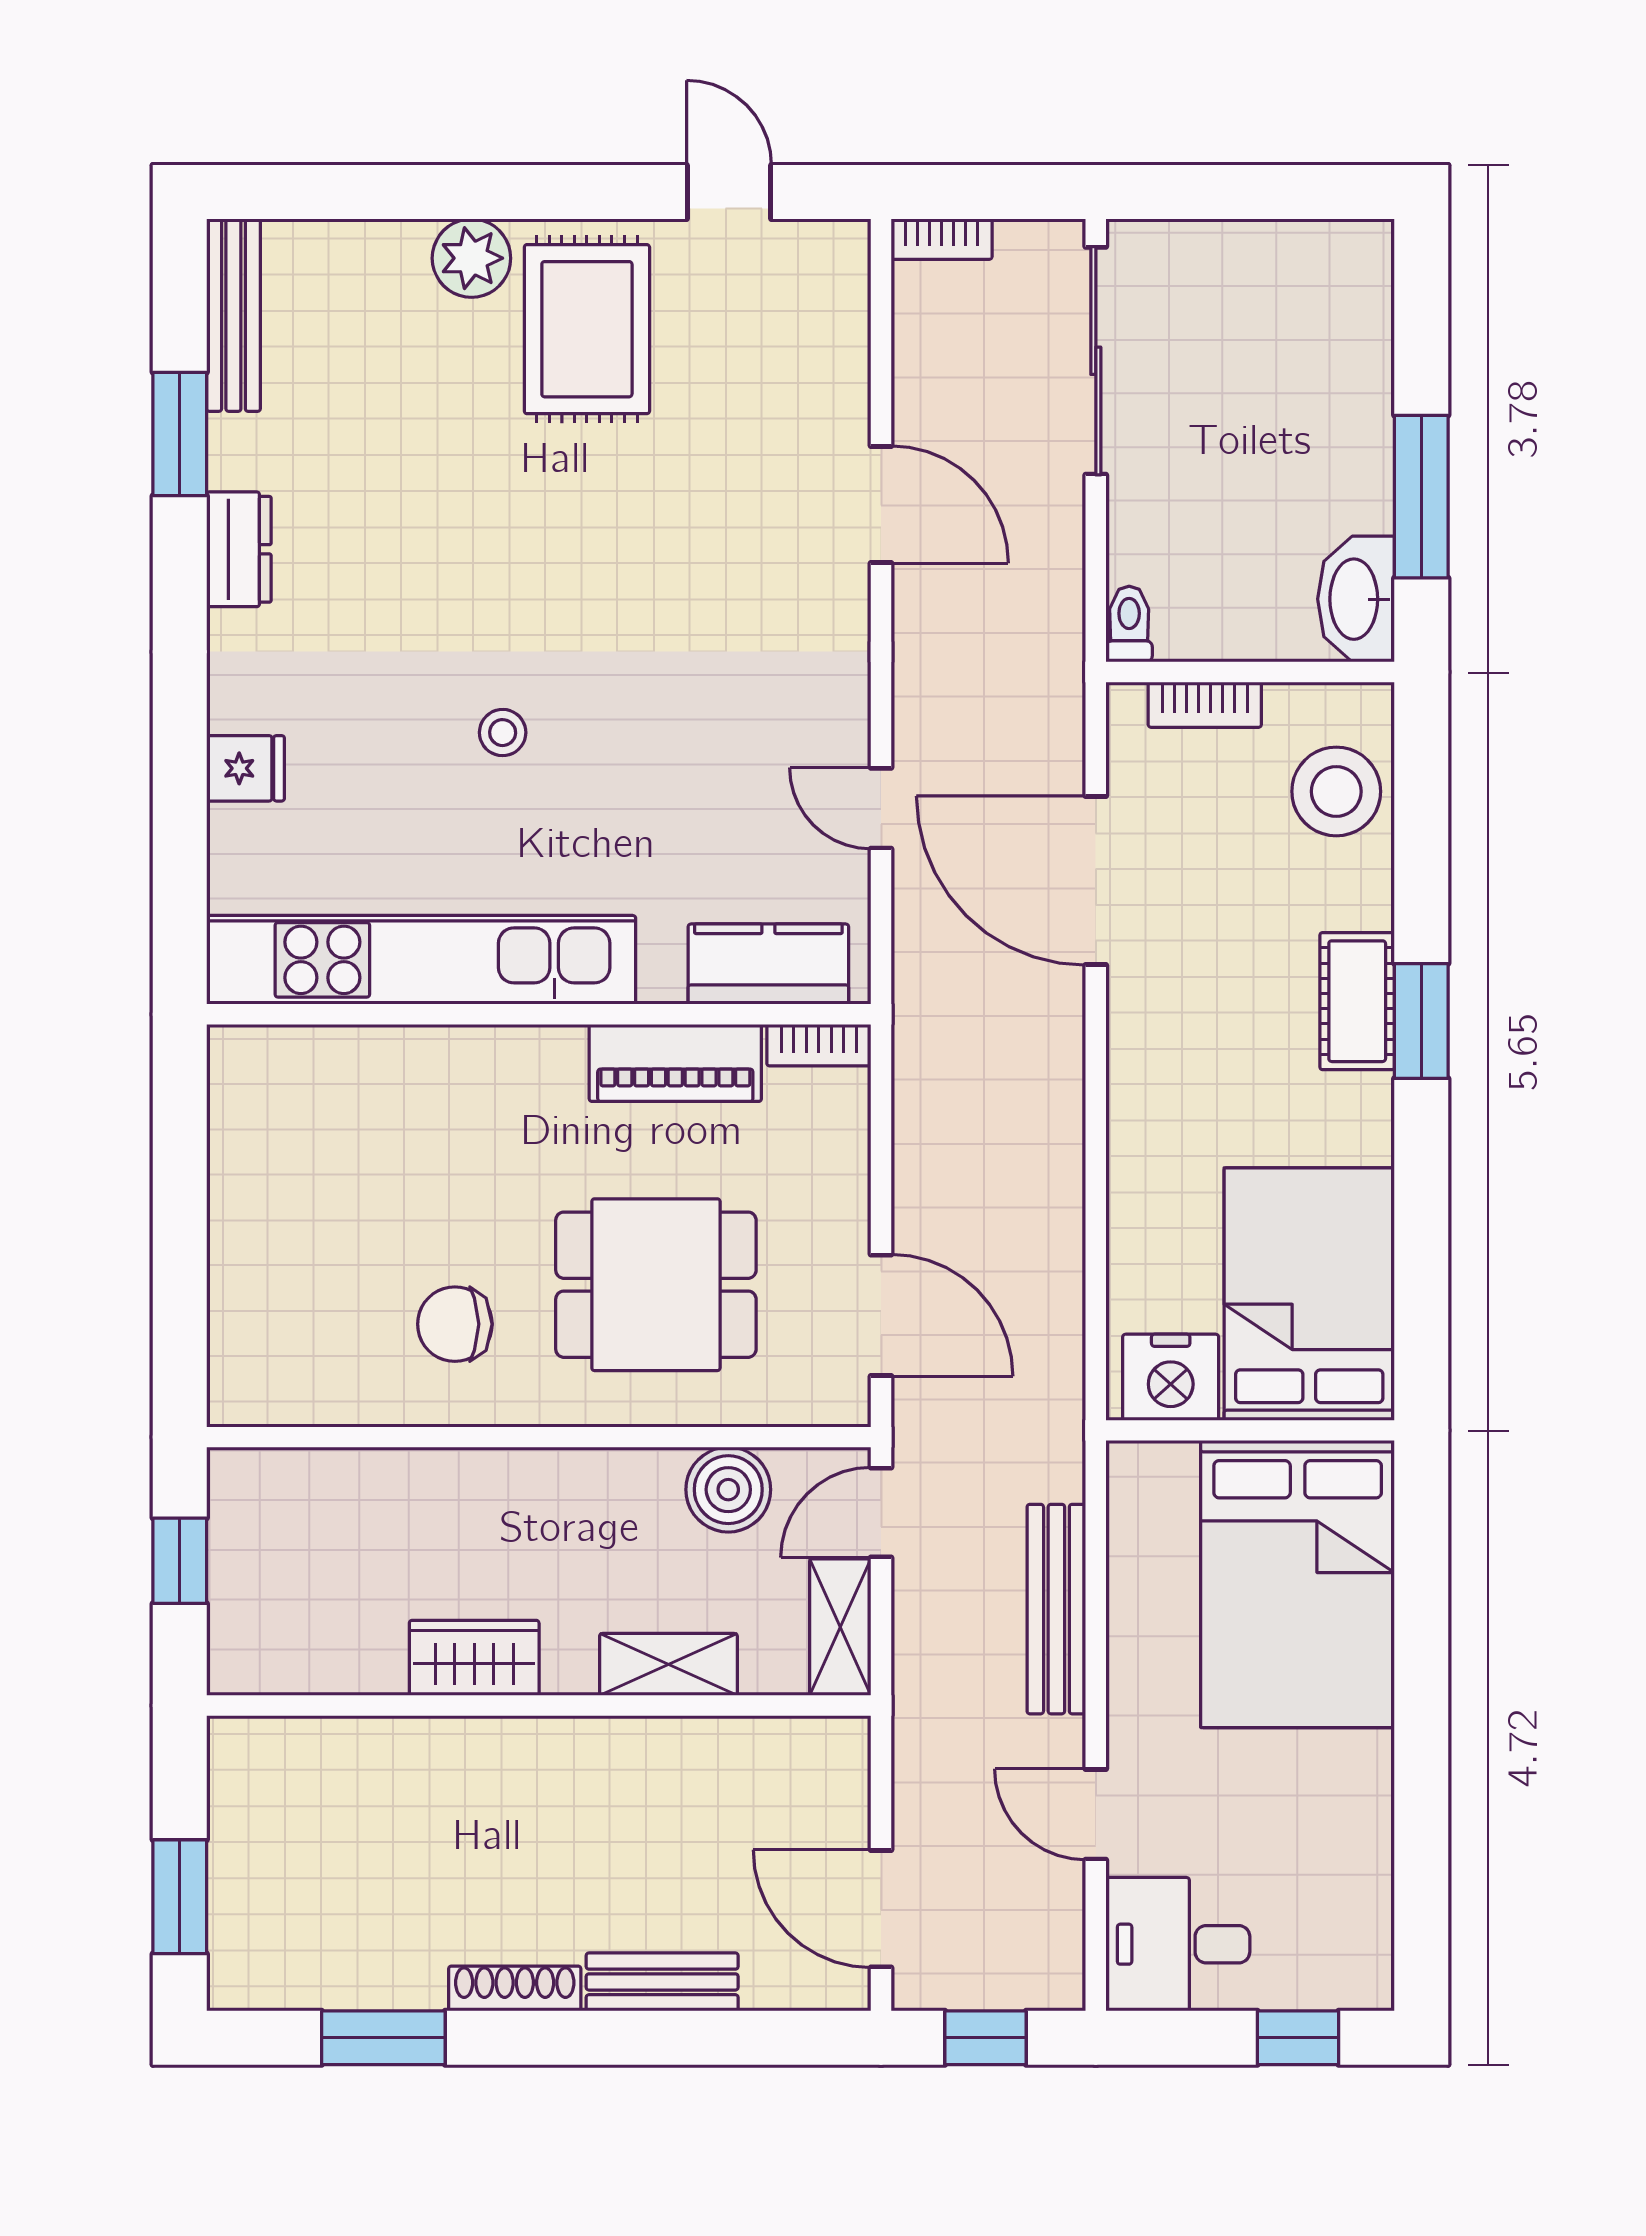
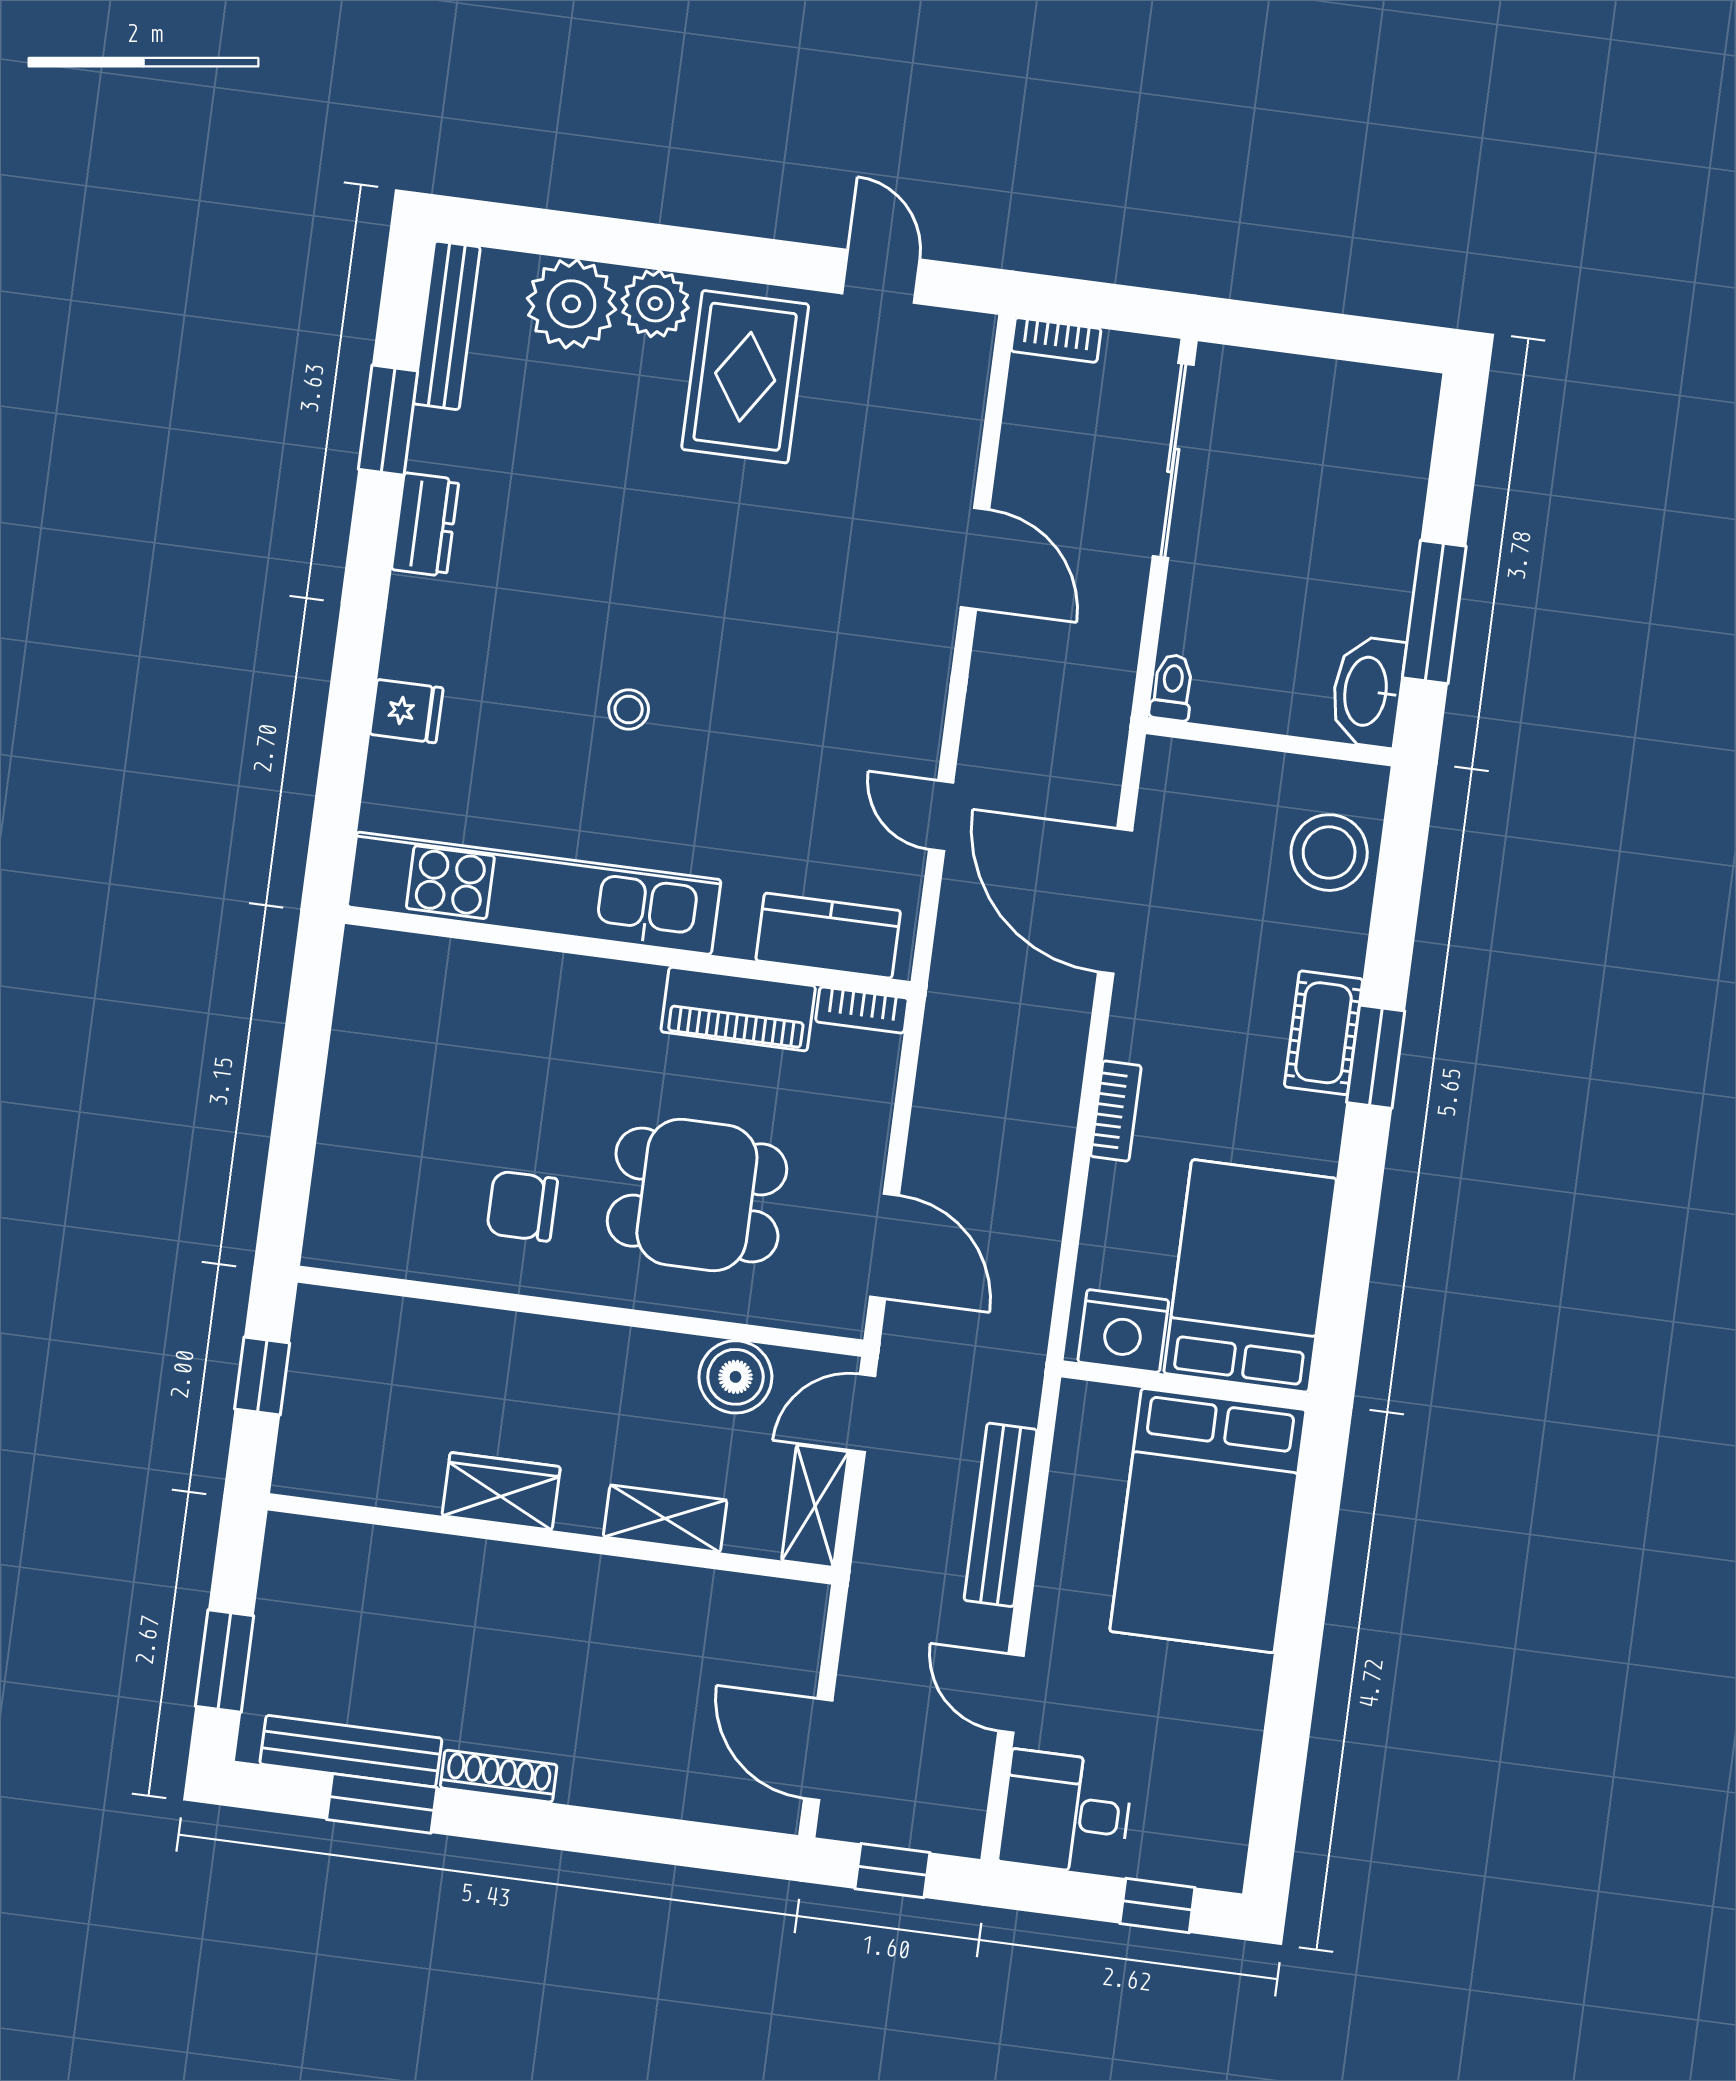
plant: (375, 271) -> (571, 304), added
bookcase: (1205, 705) -> (1116, 1111), moved, turned -90
bench: (662, 1982) -> (351, 1751), moved, width x1.36

